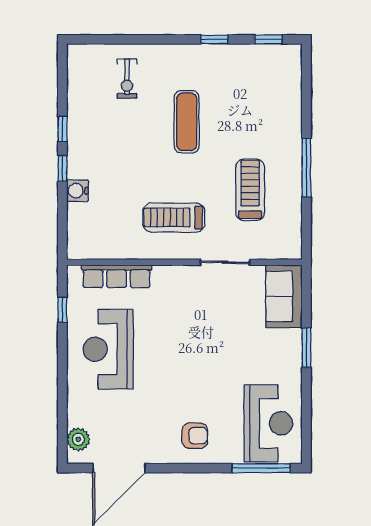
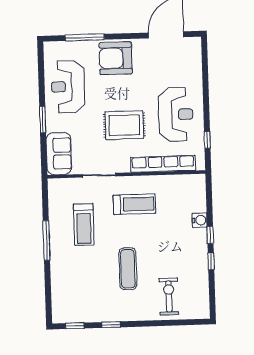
exercise bike: (127, 79) -> (169, 296), width x1.38, depth x1.39
row of seats: (117, 276) -> (163, 164), width x1.36
rug: (185, 336) -> (124, 125), added
reception desk: (268, 423) -> (68, 87), moved
armchair: (195, 436) -> (116, 58), width x1.88, depth x1.88
plant: (78, 439) -> (194, 53), removed
window: (261, 468) -> (85, 37), moved

